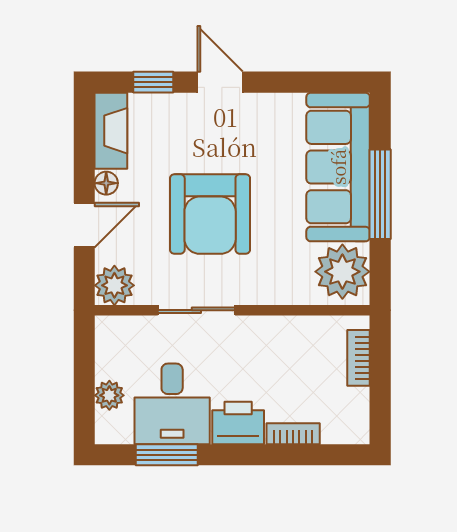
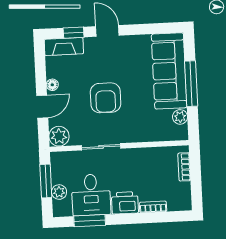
fireplace: (111, 131) -> (64, 47), moved, turned 90
armchair: (210, 214) -> (106, 98), width x0.73, depth x0.73
plant: (342, 272) -> (180, 117), width x0.53, depth x0.53
window: (84, 372) -> (46, 181), added

